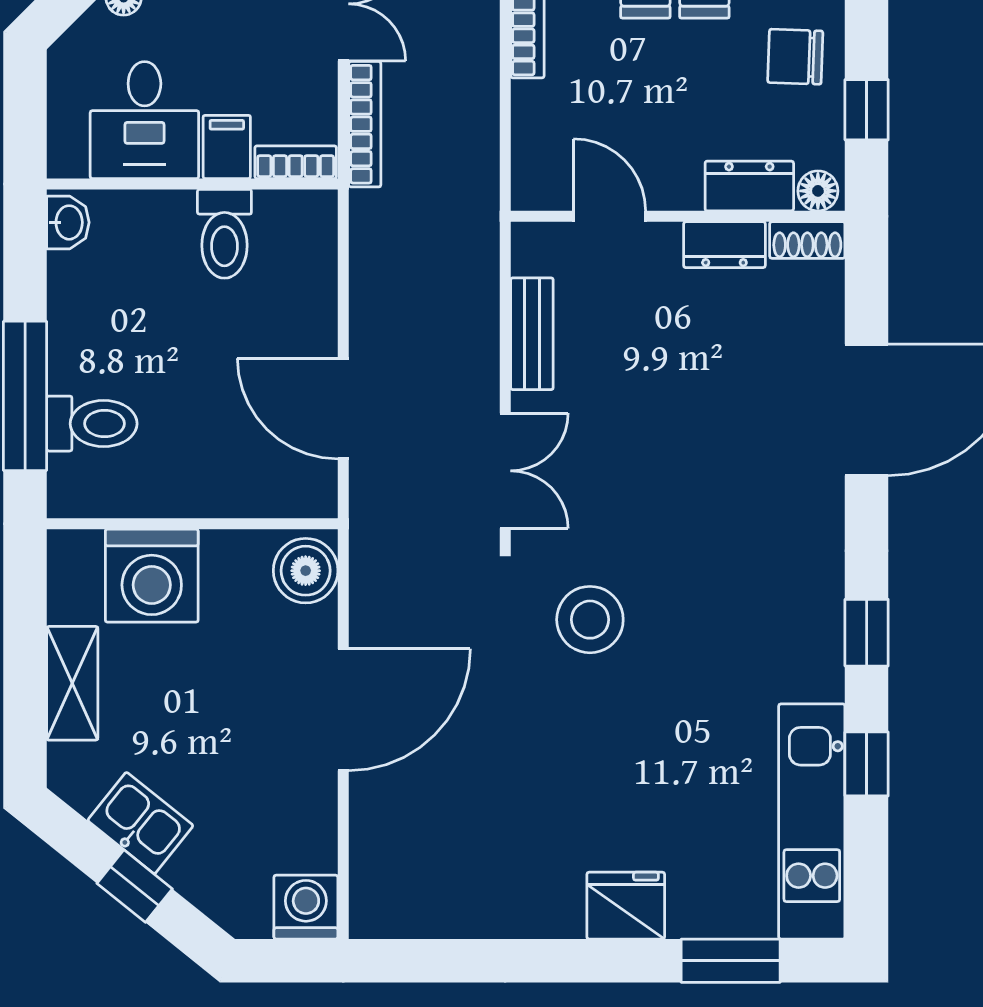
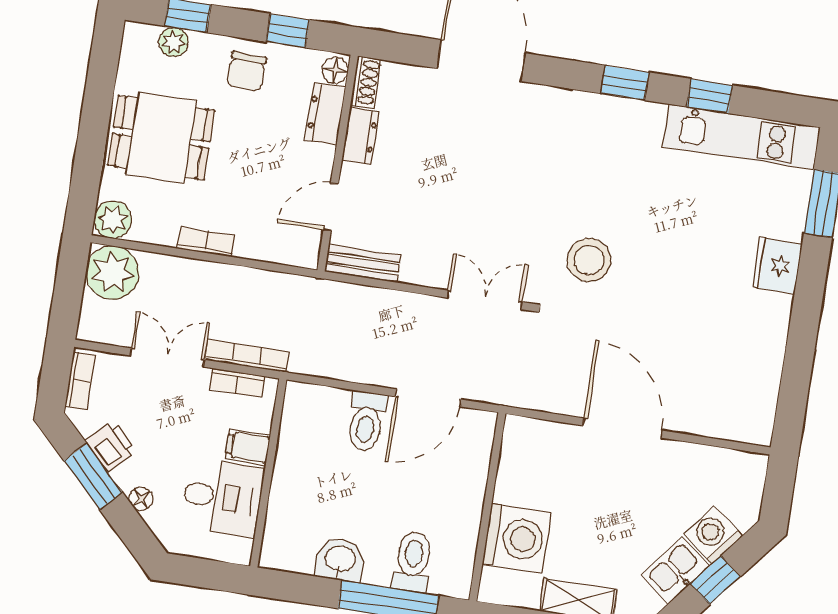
bookcase: (296, 162) -> (237, 383), moved, turned -90
washbasin: (68, 222) -> (340, 560), moved, width x1.38, depth x1.45
toilet: (224, 234) -> (366, 421), moved, turned 90
bench: (532, 334) -> (363, 263), moved
boiler: (306, 571) -> (529, 438), removed
washing machine: (306, 907) -> (713, 535), moved, turned 39

